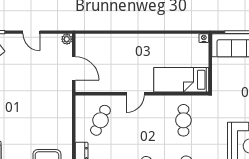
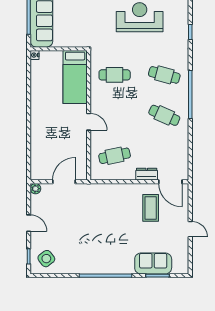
door: (31, 32) -> (29, 223), hinge flipped
cafe table: (100, 120) -> (115, 156), turned -36

